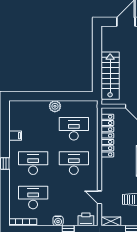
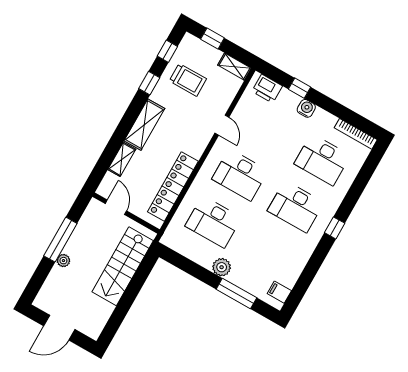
window: (38, 96) -> (236, 294), added
filing cabinet: (15, 136) -> (279, 292), moved
door: (100, 197) -> (222, 125), moved

